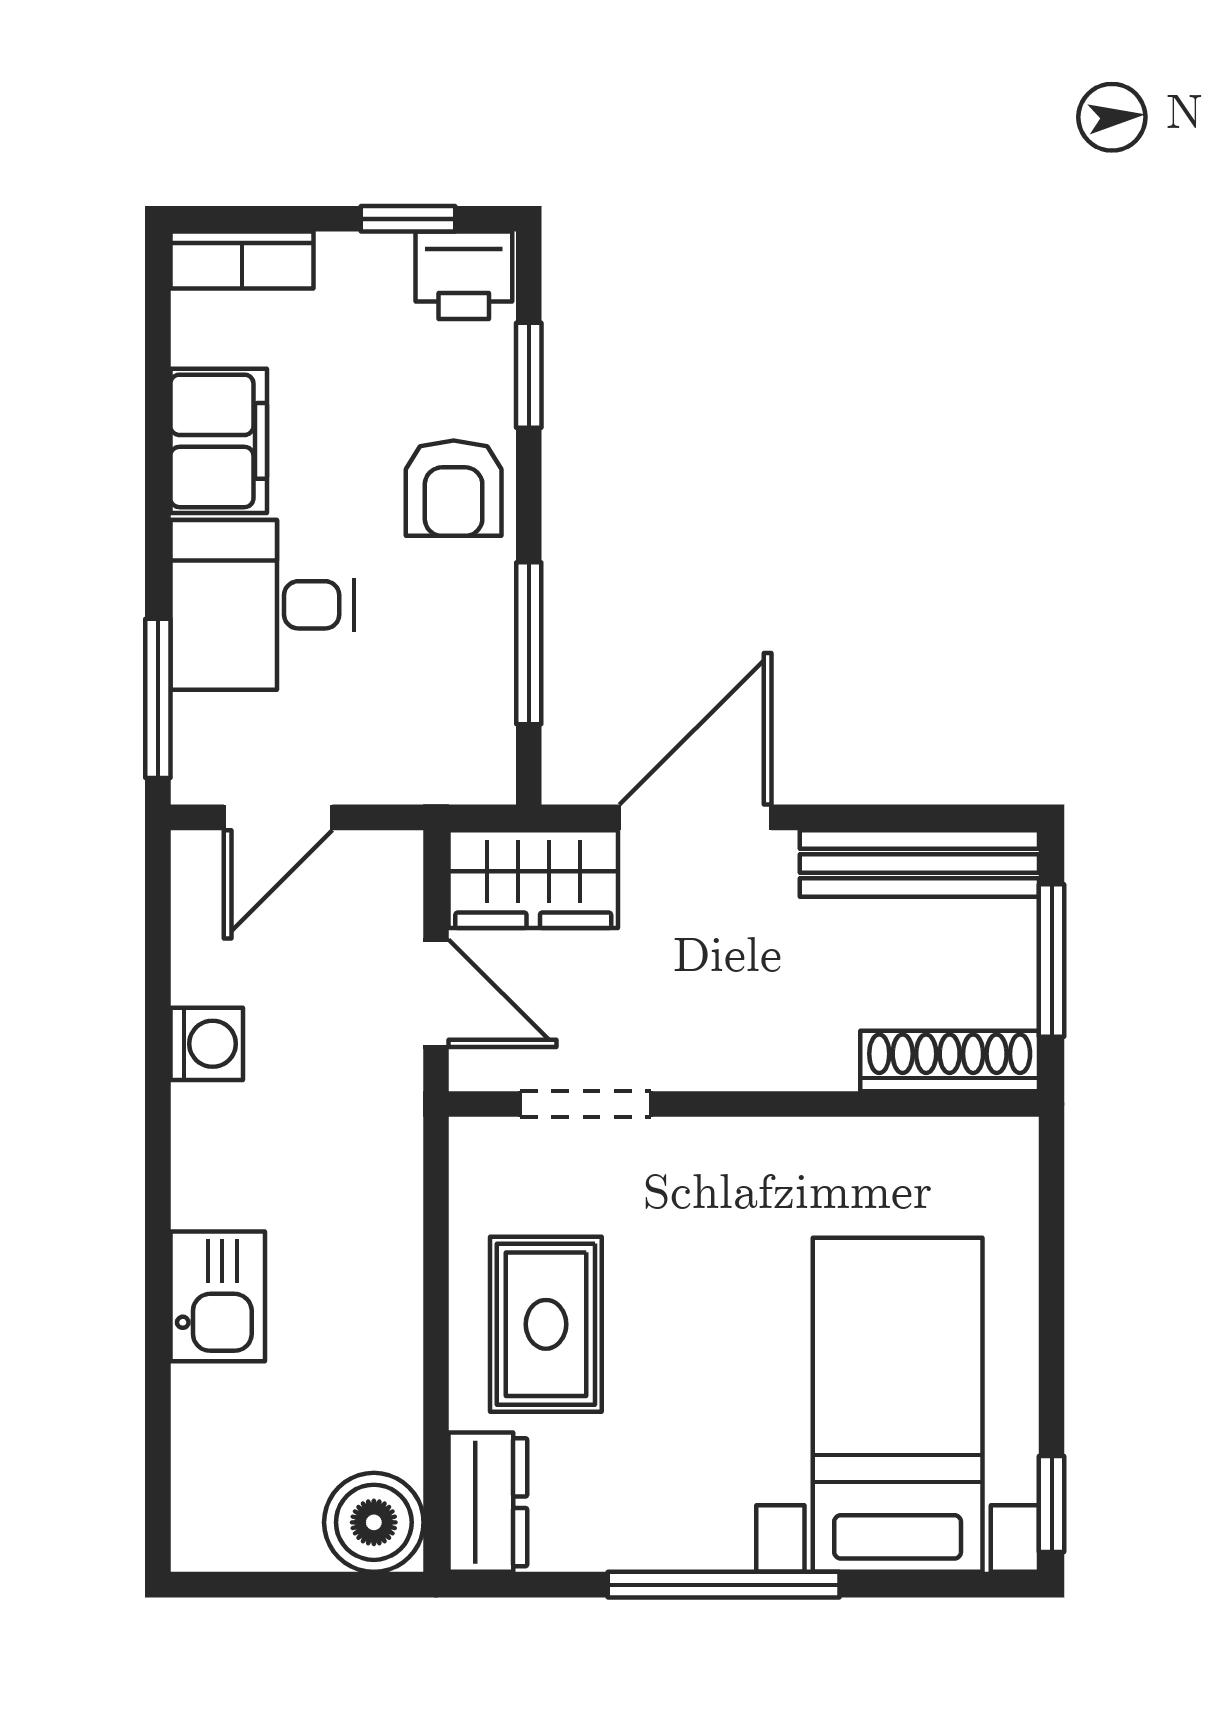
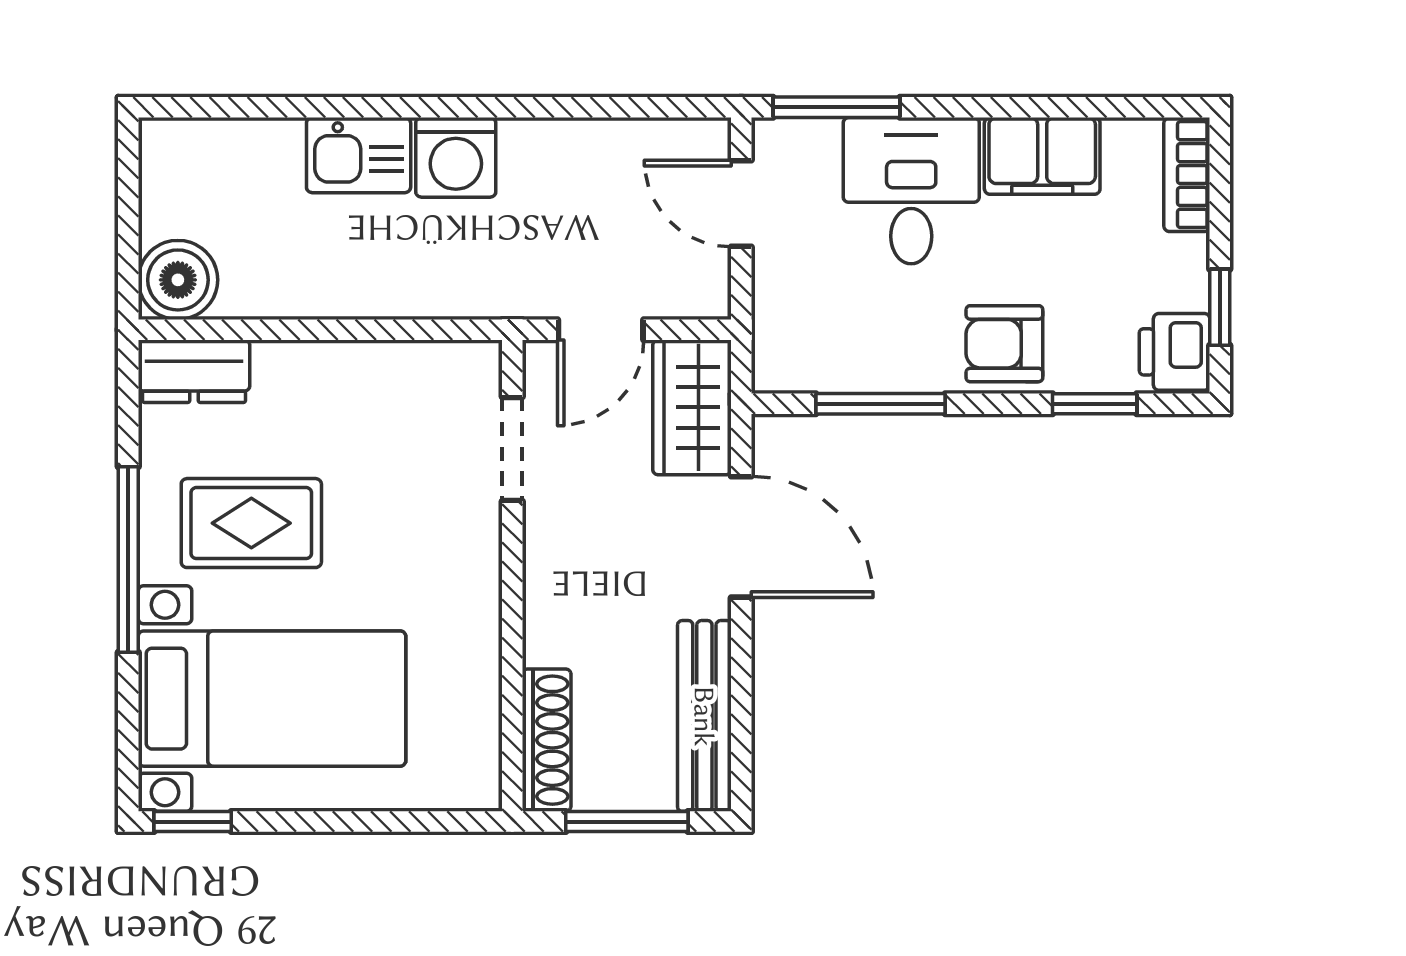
washing machine: (207, 1044) -> (456, 157), moved, width x1.38, depth x1.38
rug: (546, 1324) -> (251, 523), moved

